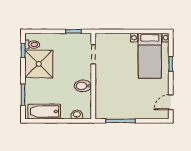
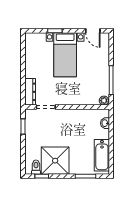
dresser: (109, 38) -> (30, 92), added
bed with nightstands: (150, 56) -> (65, 55), moved, turned 90
bidet: (83, 86) -> (77, 117), removed
plant: (100, 113) -> (104, 101), added

